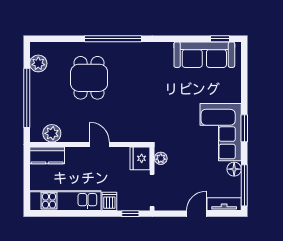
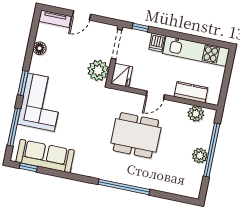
plant: (38, 63) -> (200, 156), moved
dining table: (89, 78) -> (136, 135), moved, width x1.38
corner sofa: (221, 132) -> (41, 102), moved
door: (99, 144) -> (155, 95), hinge flipped
kitchen counter: (47, 155) -> (191, 92), moved
plant: (161, 158) -> (98, 70), width x1.87, depth x1.87
window: (244, 185) -> (14, 127), moved

